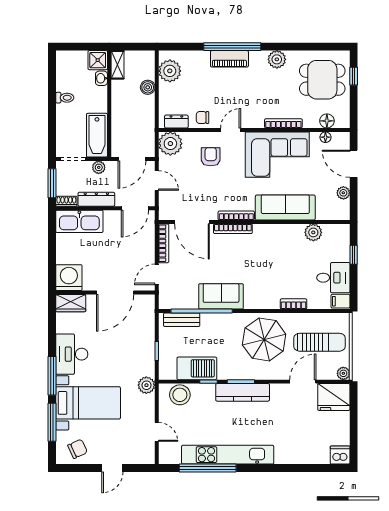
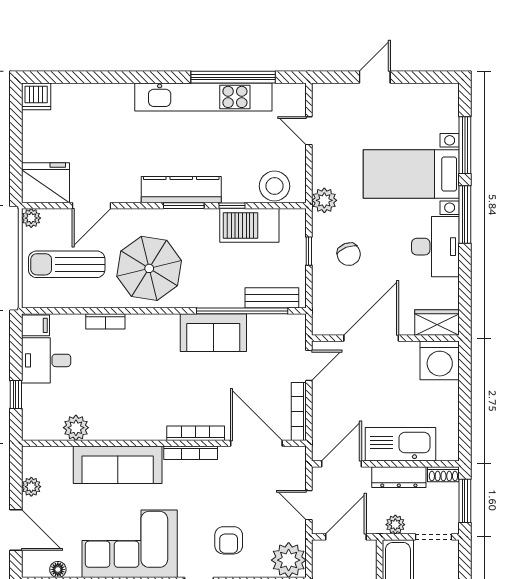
kitchen sink: (79, 221) -> (400, 444), moved
chair: (78, 449) -> (349, 254), moved, turned -86

